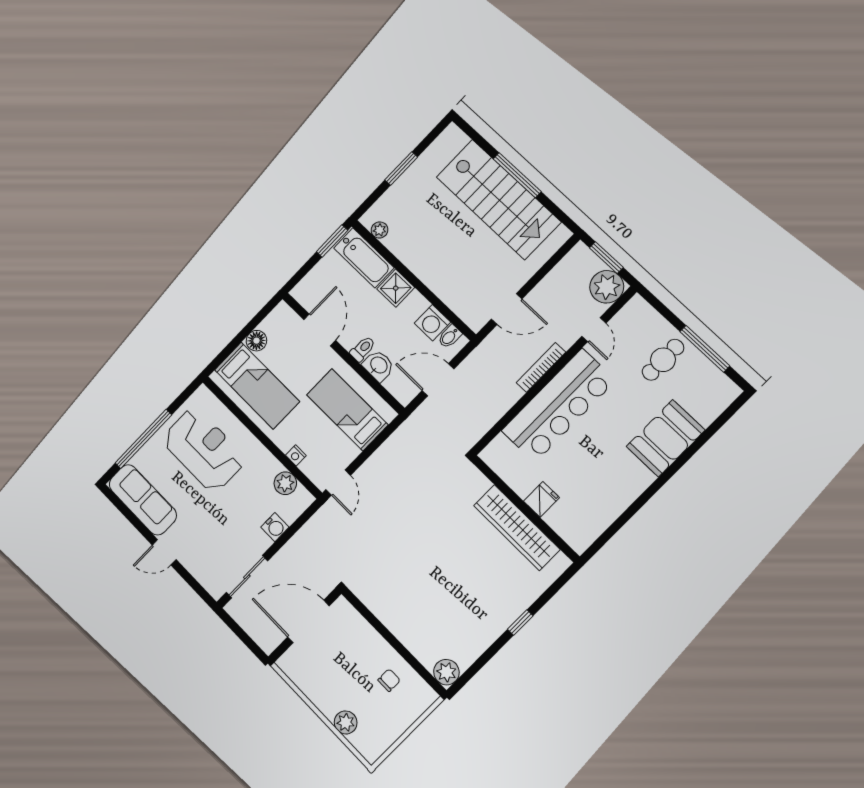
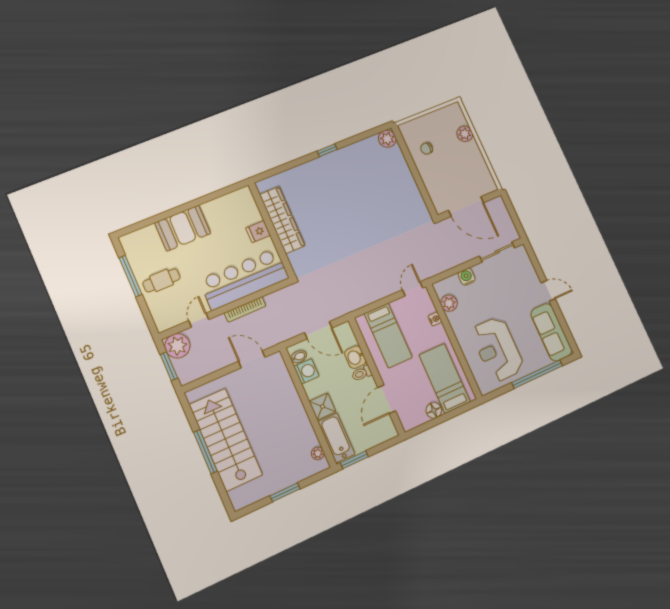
fridge: (542, 499) -> (258, 232), moved
wall: (525, 508) -> (272, 230), moved
wardrobe: (517, 528) -> (282, 220), moved

